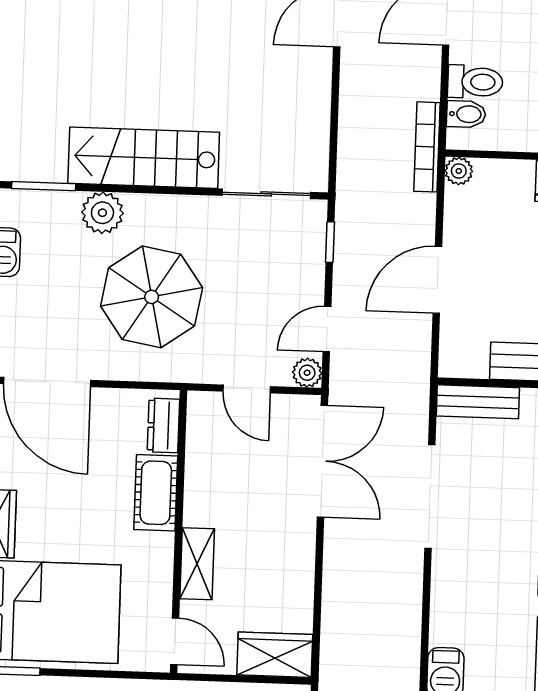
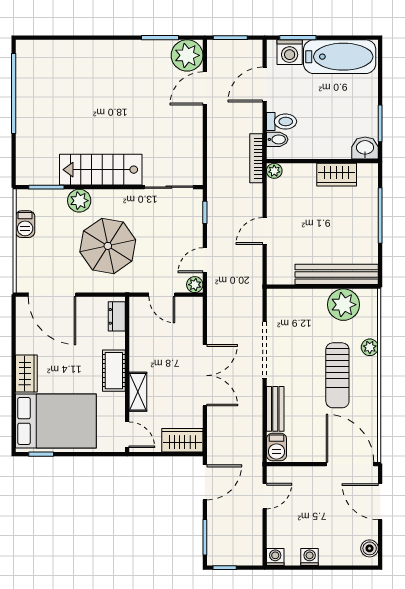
door: (437, 280) -> (265, 231), width x0.73
bench: (478, 402) -> (275, 409), moved, turned 90
double door: (322, 461) -> (205, 375), moved
cot: (156, 493) -> (114, 371), moved

